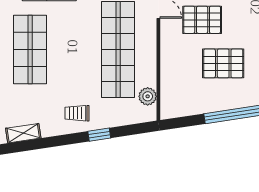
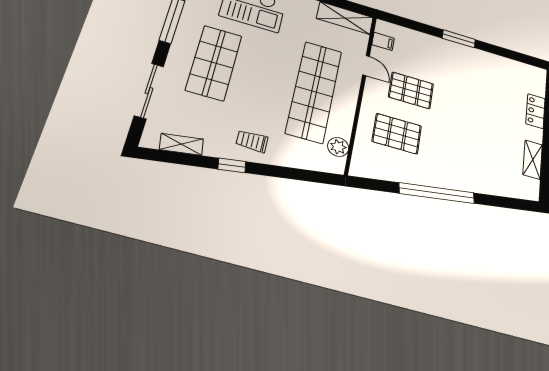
pallet: (223, 63) -> (397, 134), moved
window: (99, 135) -> (232, 165), moved

